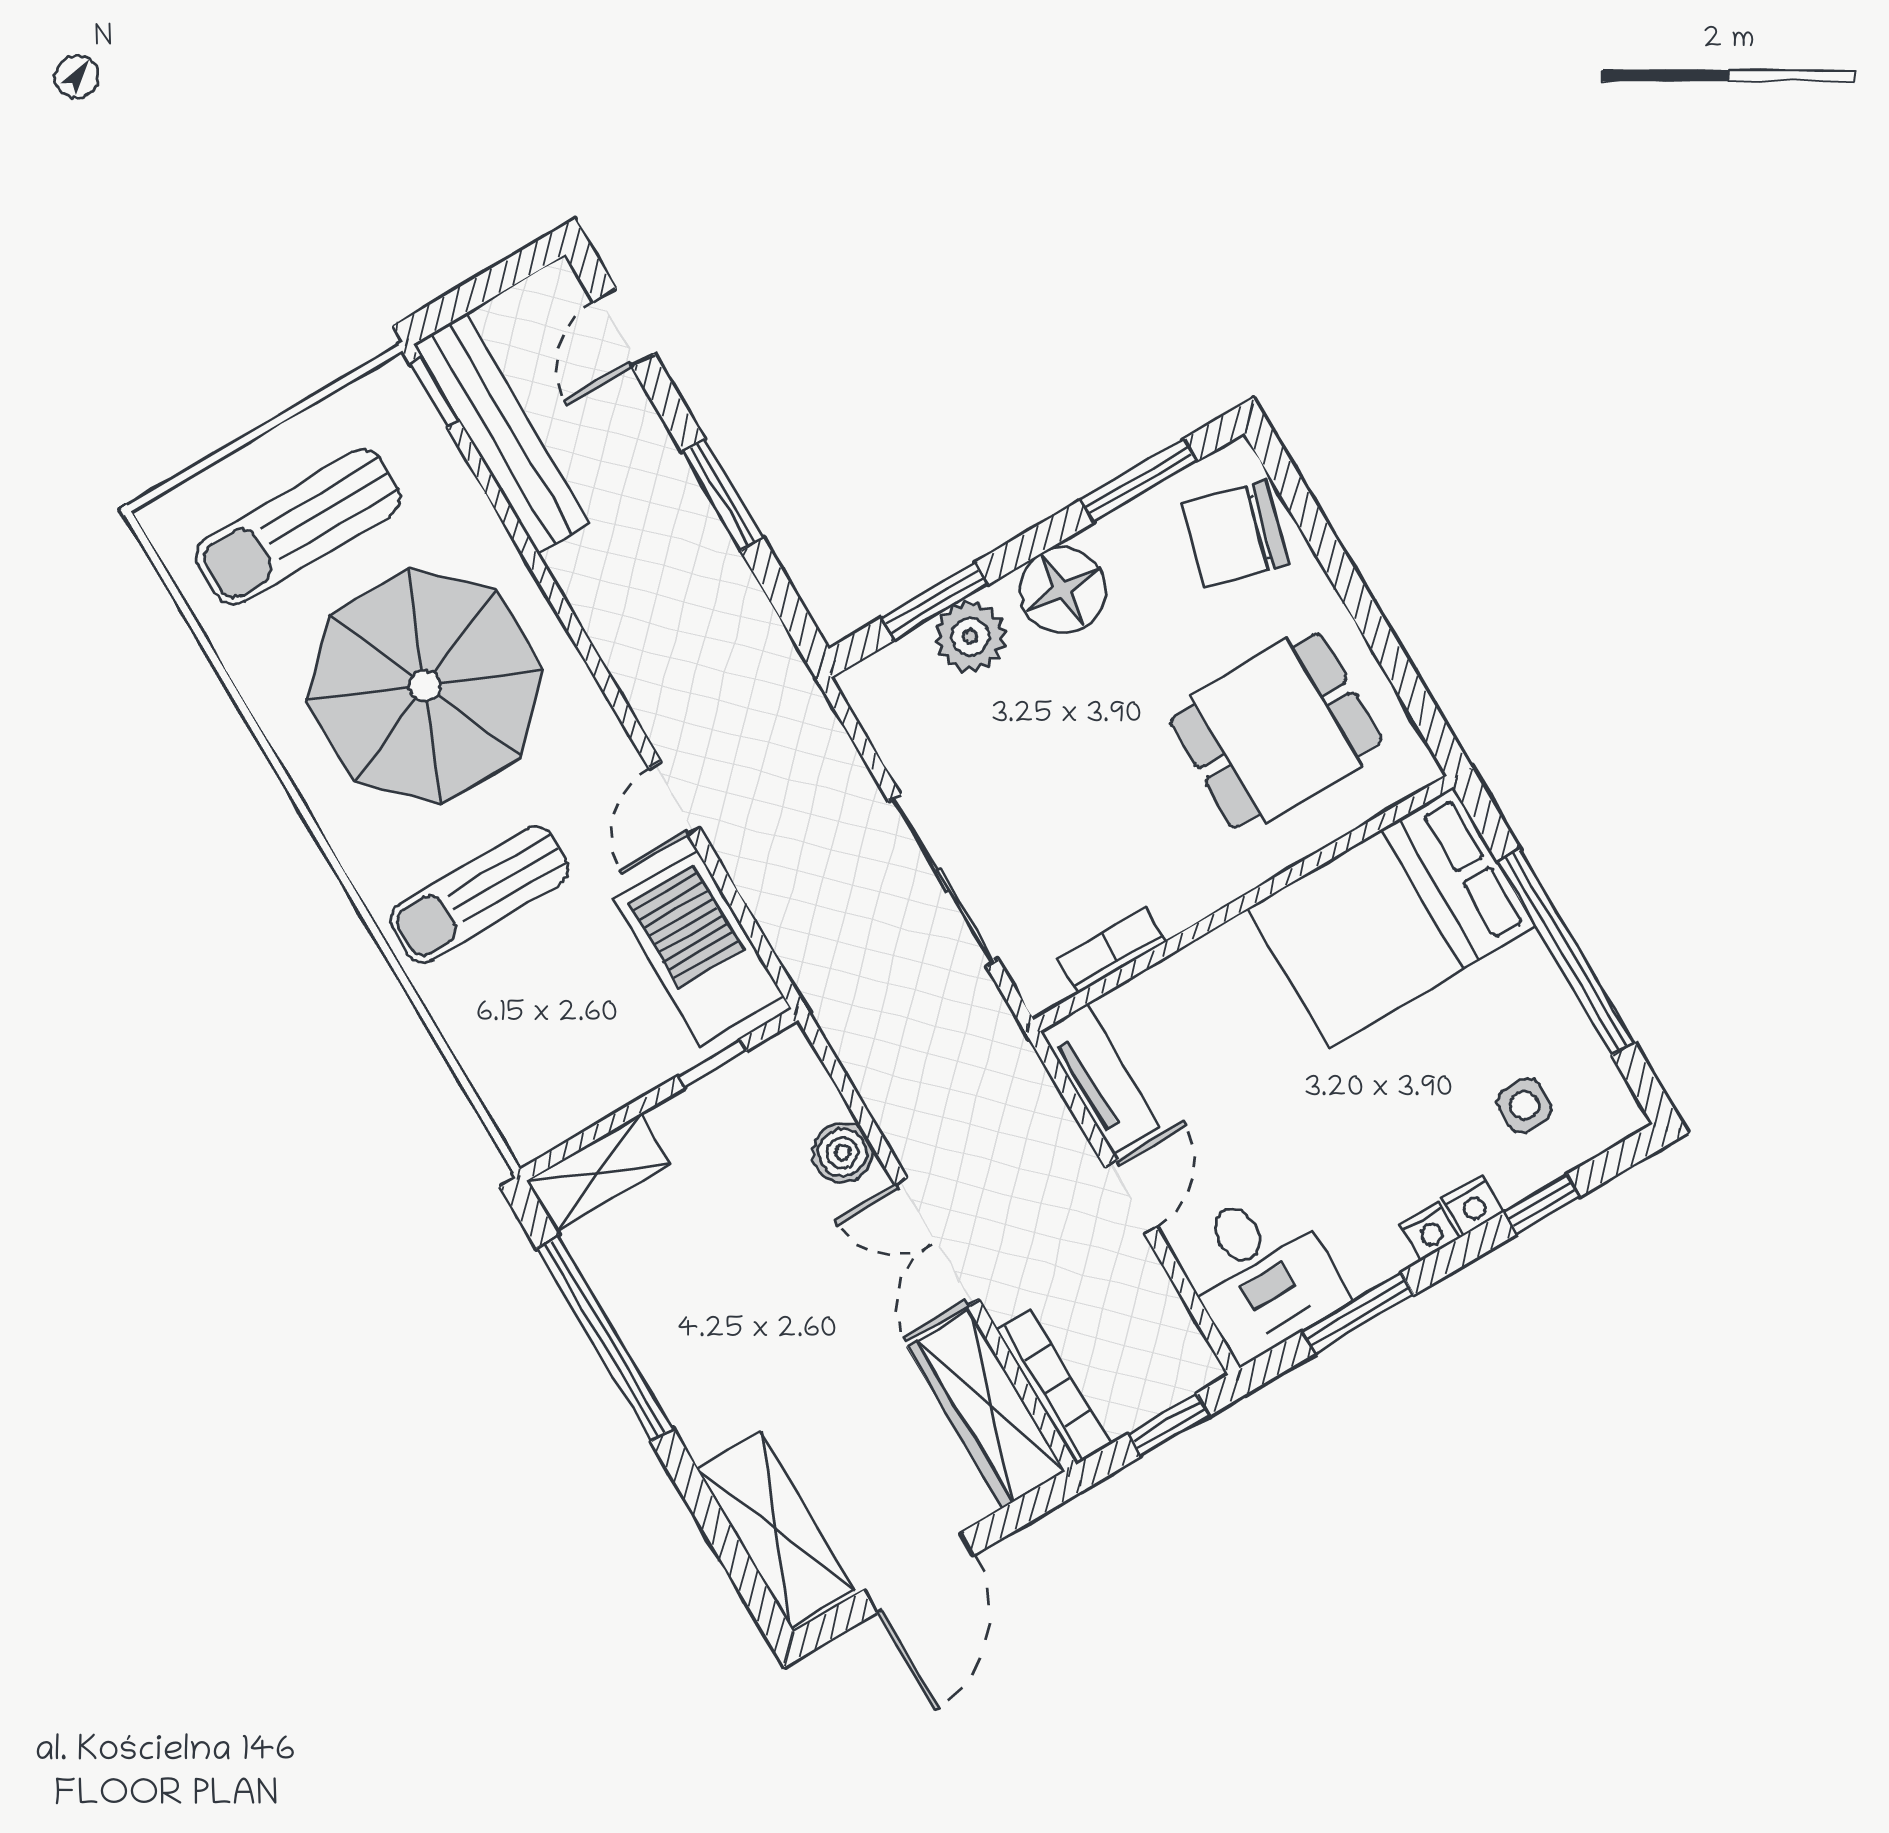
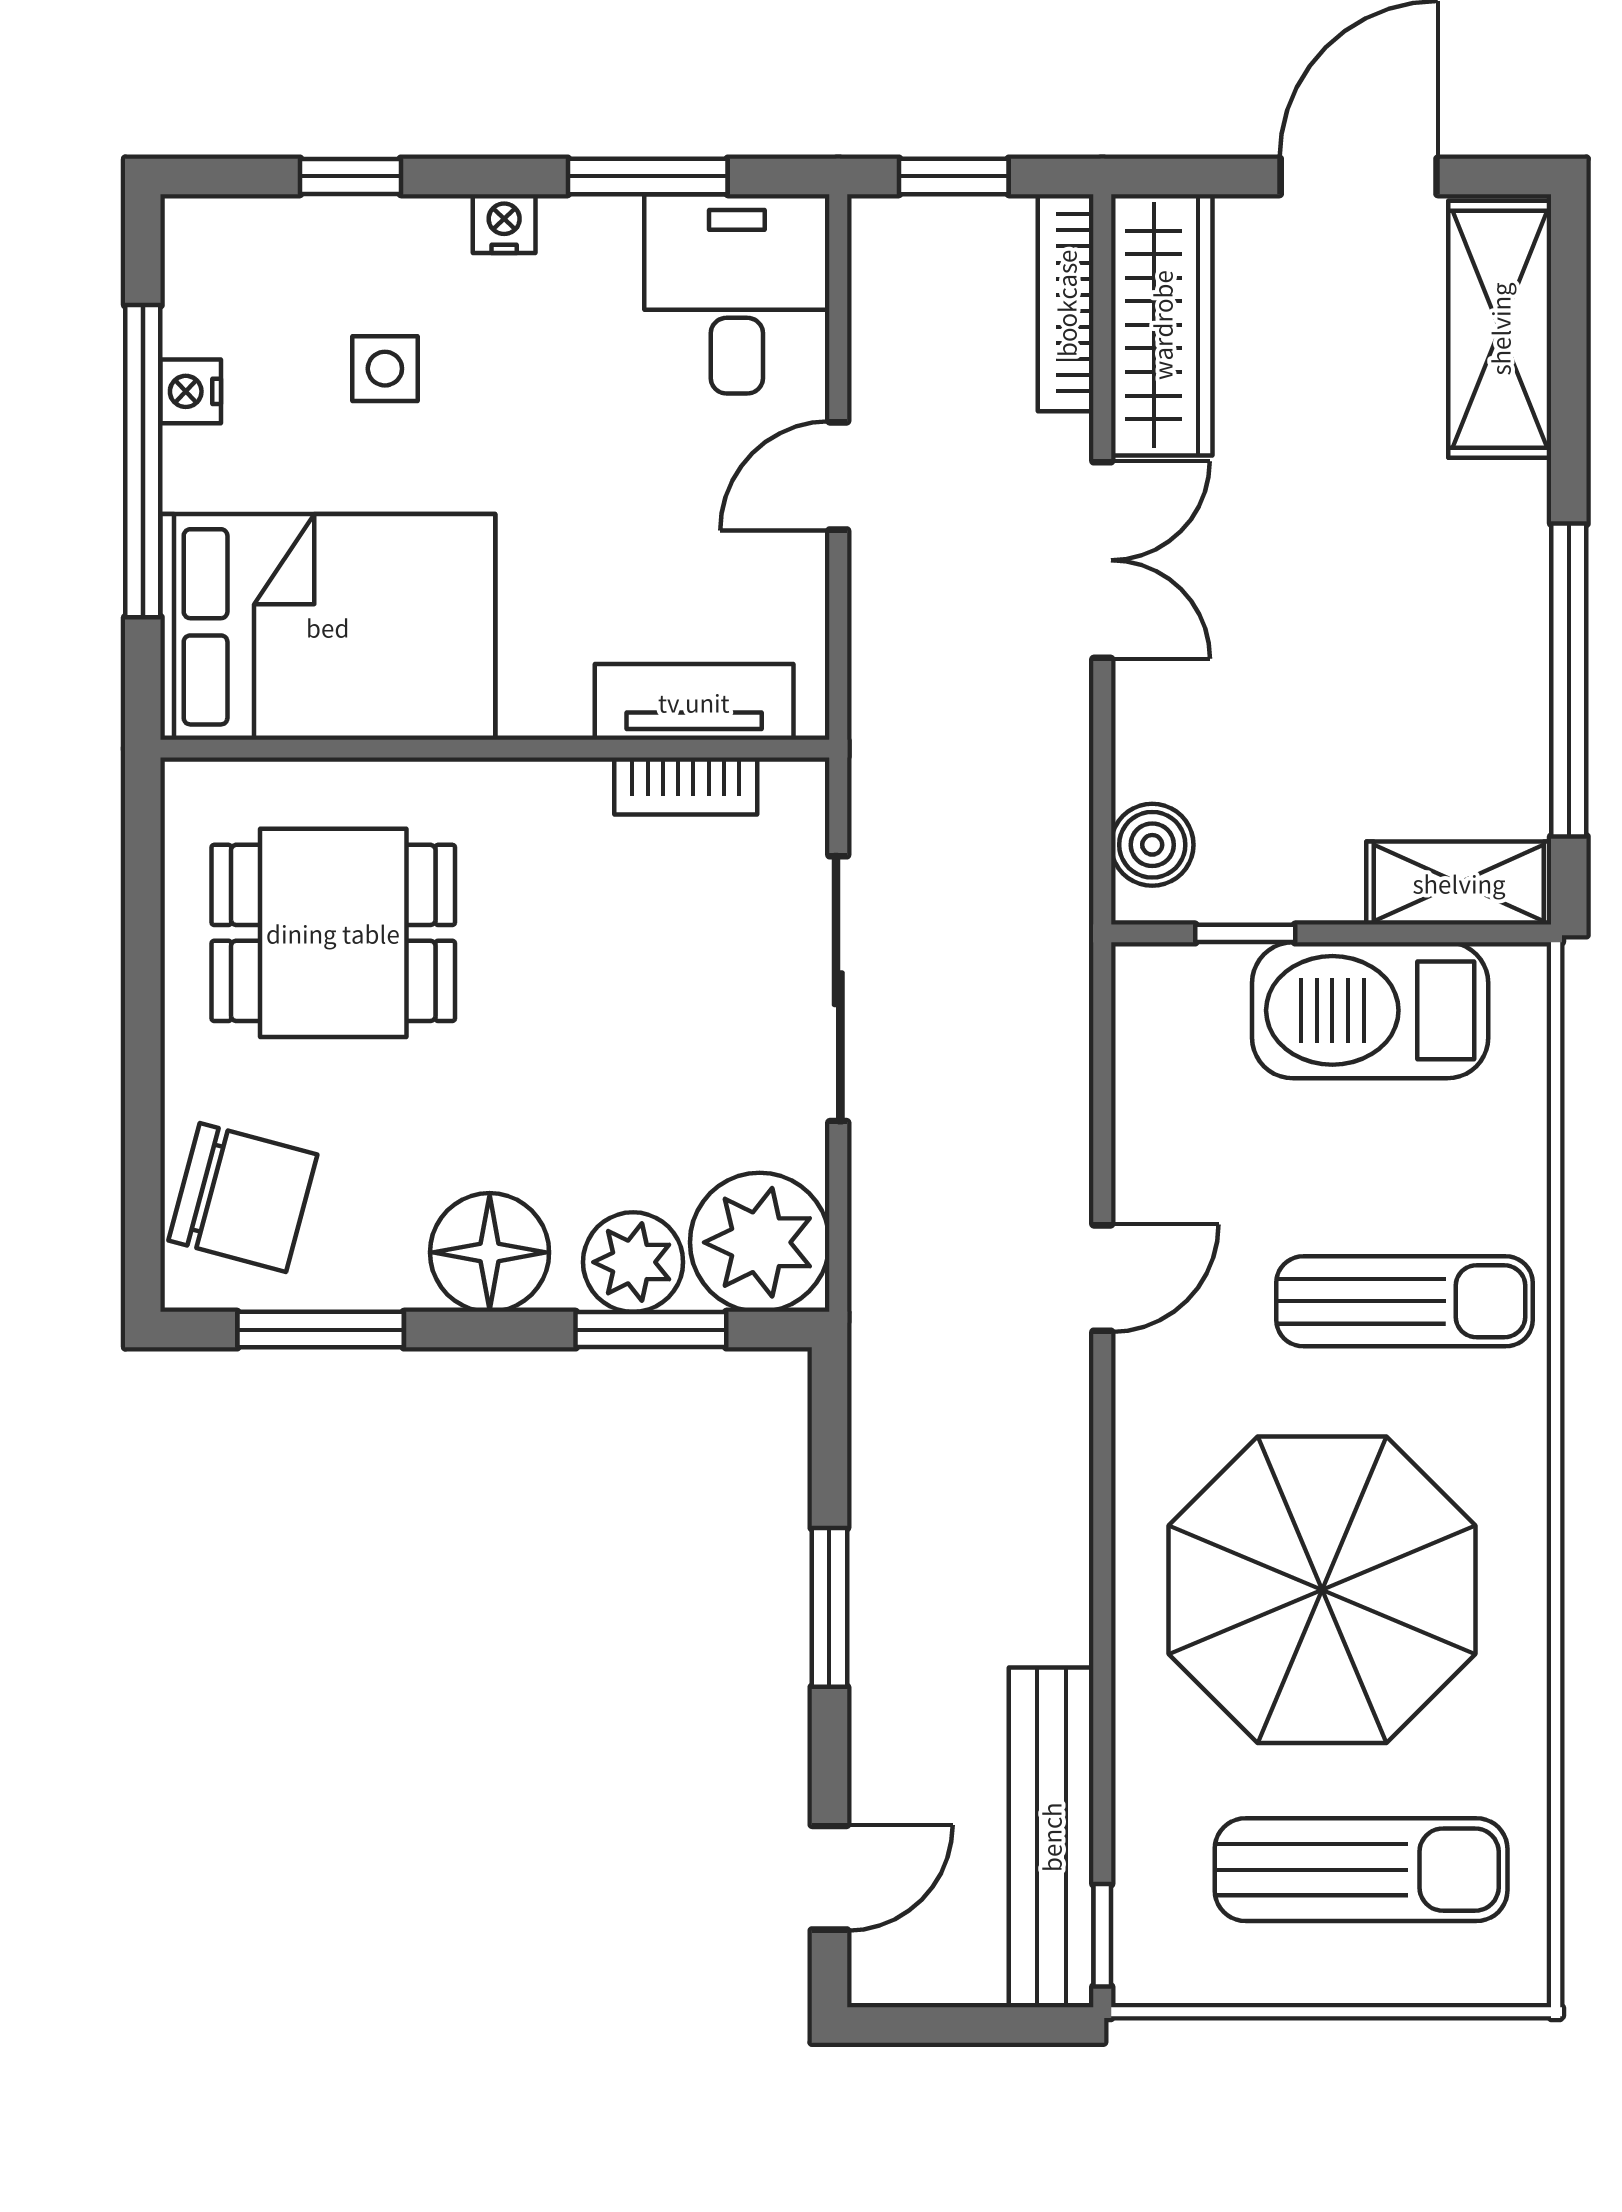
plant: (899, 695) -> (760, 1242), added
barbecue: (699, 948) -> (1370, 1010), moved, turned 90
tv unit: (1100, 1079) -> (694, 702), moved, turned 90
side table: (1524, 1105) -> (385, 369), moved
boiler: (842, 1153) -> (1152, 845), moved
nightstand: (1473, 1205) -> (191, 391), moved, turned -90

